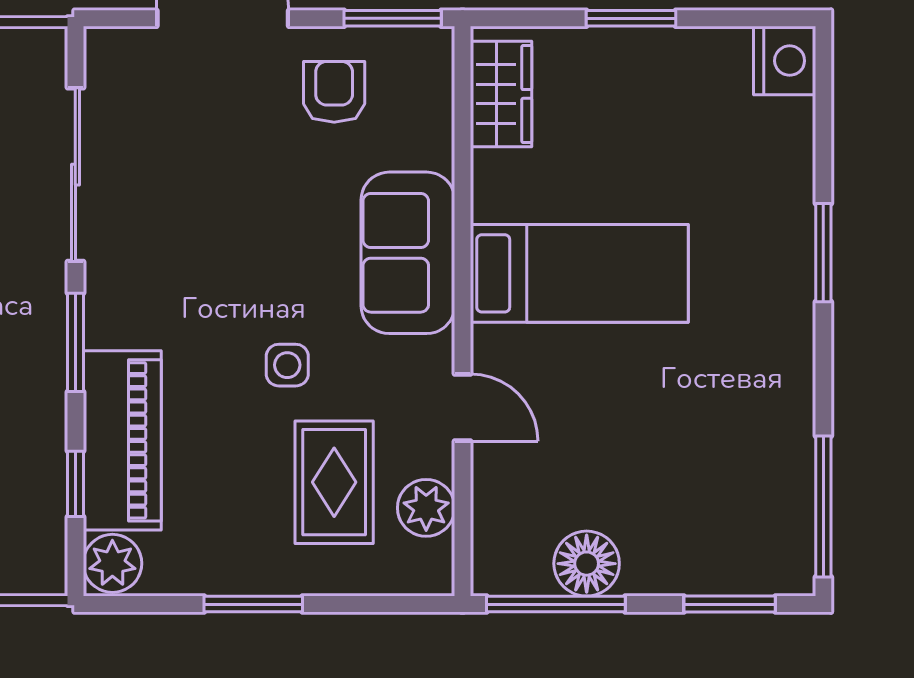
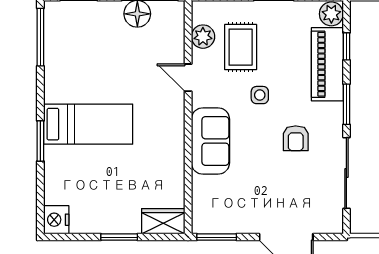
armchair: (334, 92) -> (296, 138), moved
wardrobe: (501, 94) -> (163, 221), moved, turned 90
bed: (579, 273) -> (88, 124), moved, turned 180

